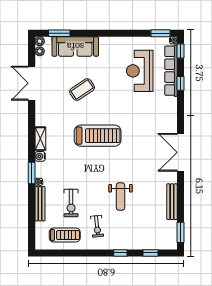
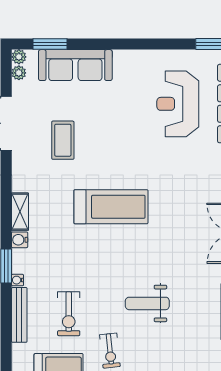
coffee table: (82, 90) -> (63, 140), moved, turned -56
weight bench: (121, 196) -> (147, 303), turned 90

